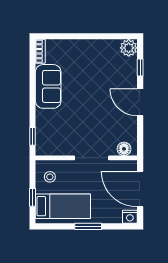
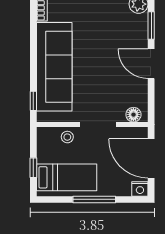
window: (140, 67) -> (151, 26), width x1.50
sofa: (48, 86) -> (54, 67), width x1.85, depth x1.27
stool: (50, 177) -> (67, 137), moved
window: (88, 226) -> (94, 199), width x1.44

